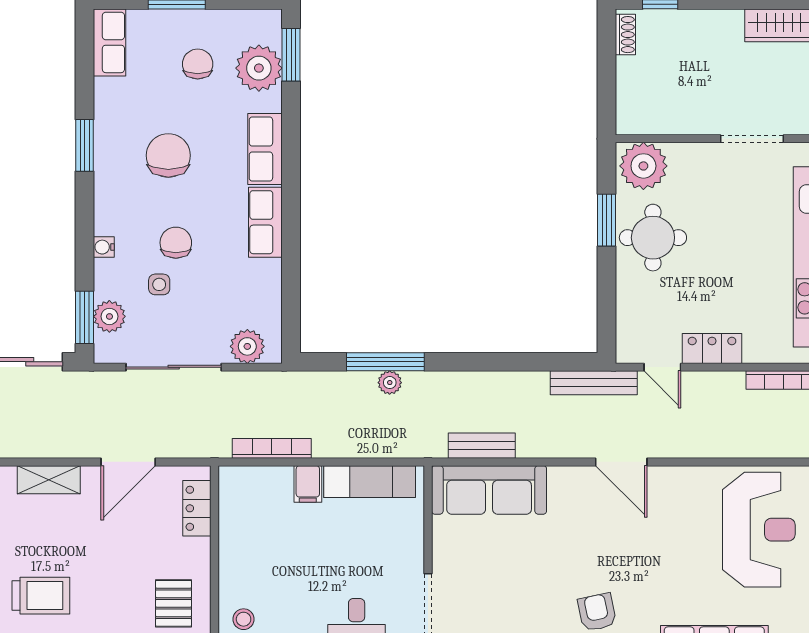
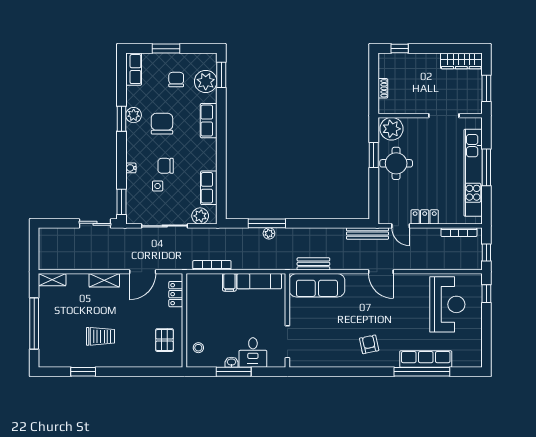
shoe rack: (625, 35) -> (383, 88), moved
row of seats: (265, 222) -> (209, 188), moved
chair: (176, 243) -> (166, 166), turned -90
plant: (109, 316) -> (134, 115), moved

